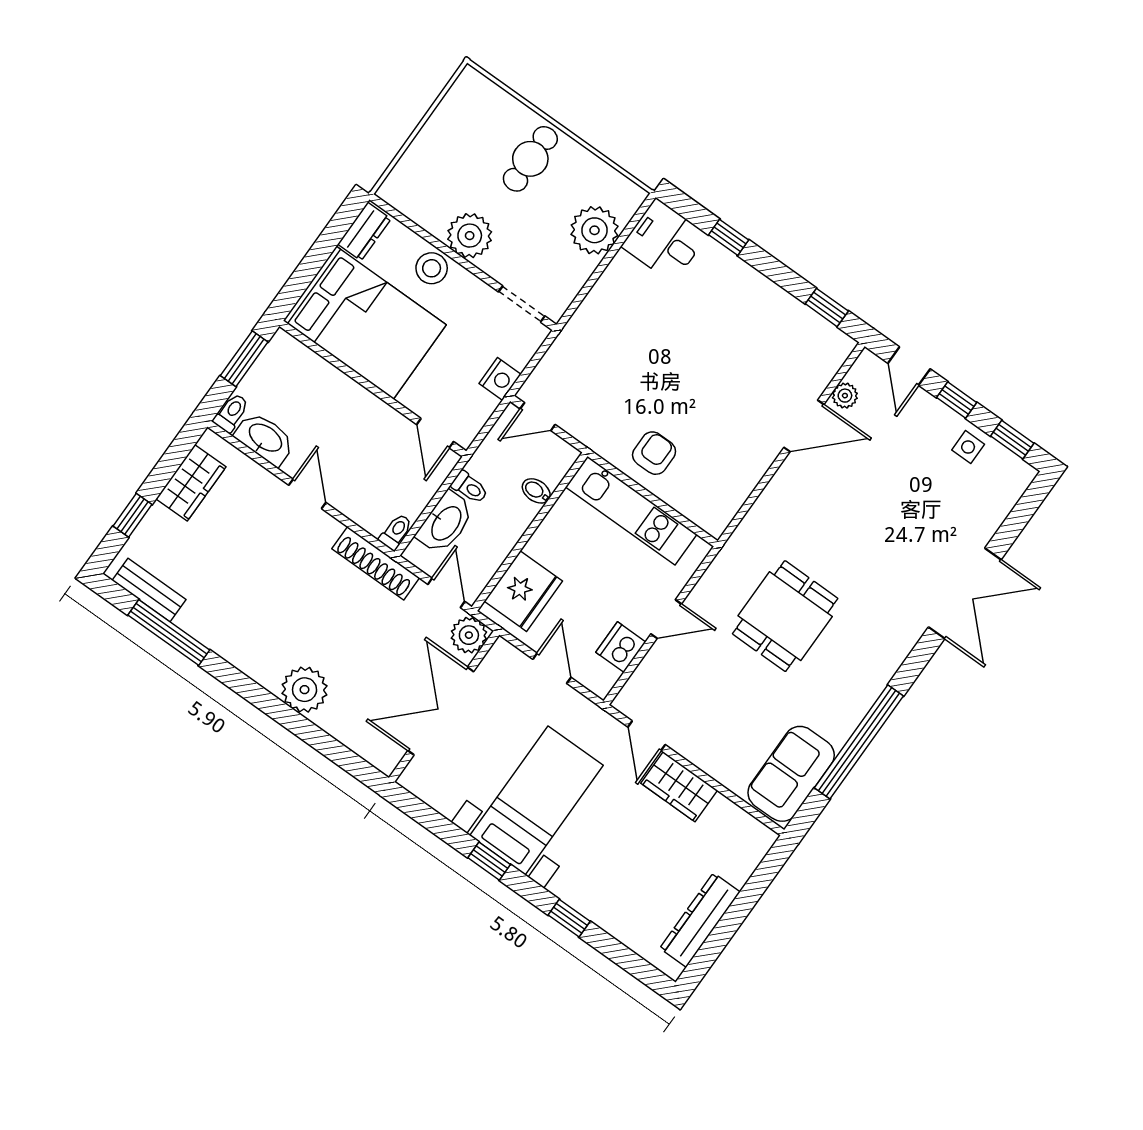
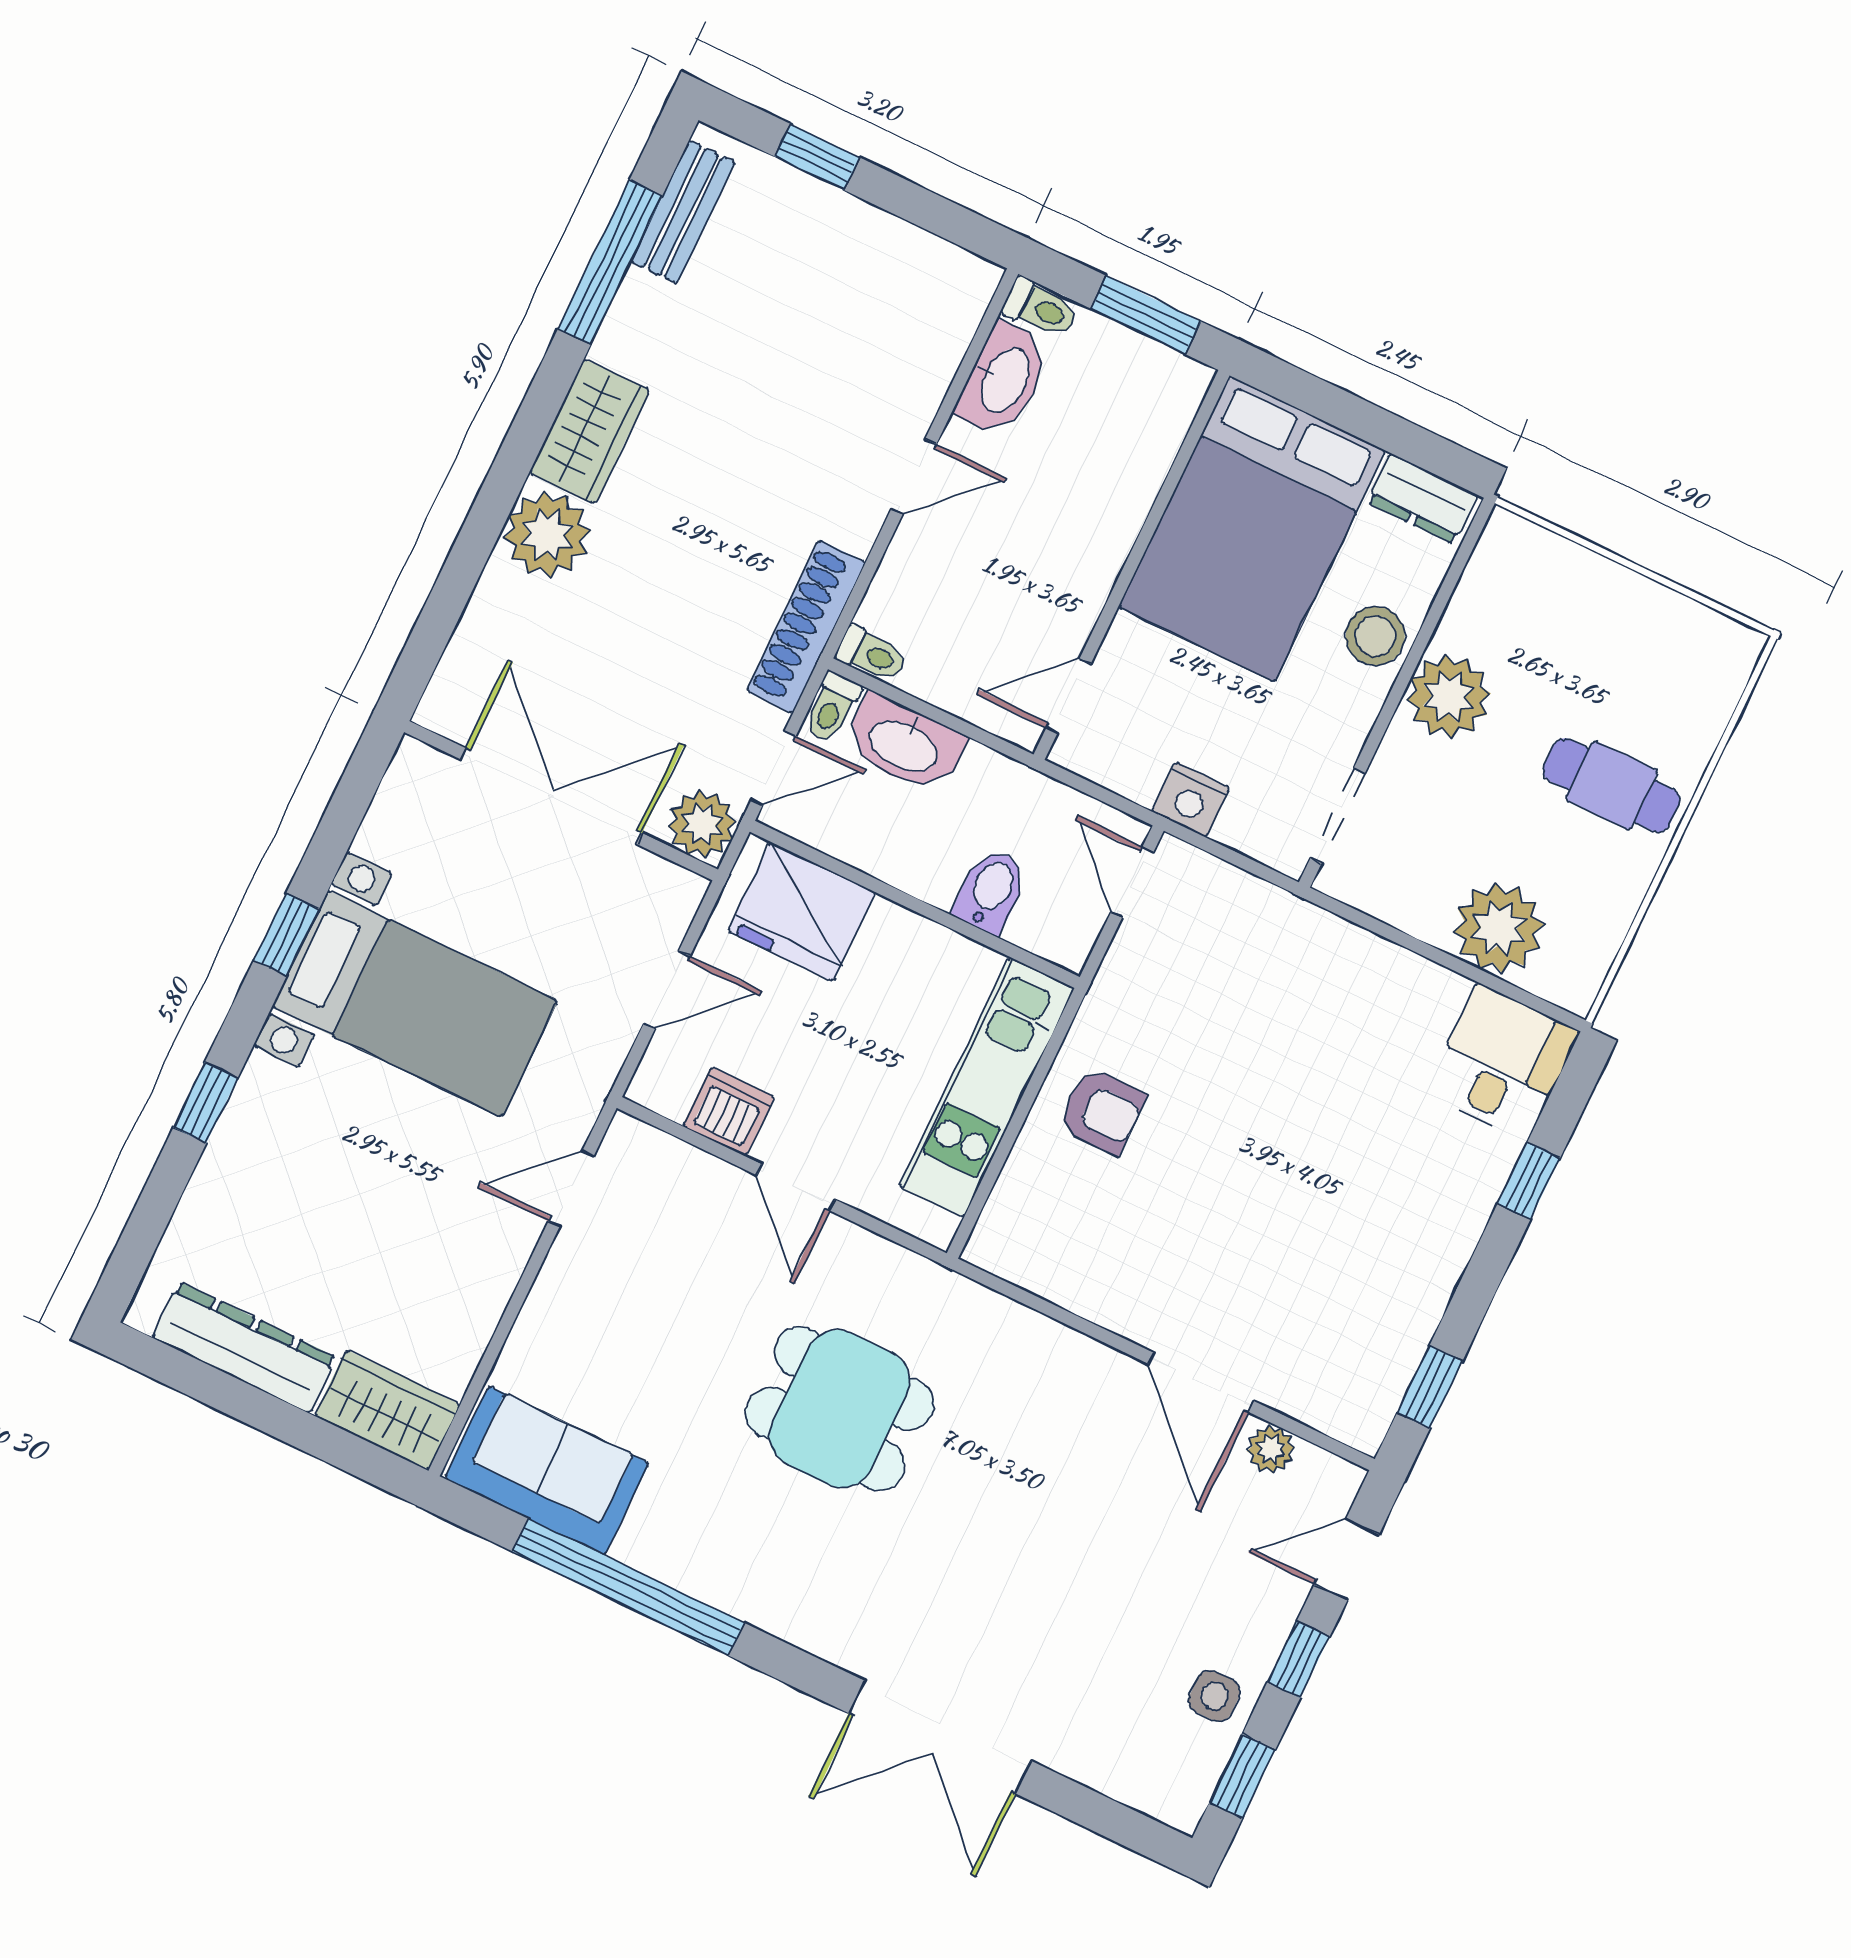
wardrobe: (191, 483) -> (589, 431), moved, turned -90
toilet: (470, 487) -> (832, 707), moved
bidet: (536, 491) -> (991, 891), width x1.38, depth x1.36
wardrobe: (679, 787) -> (387, 1410), moved, turned 90

